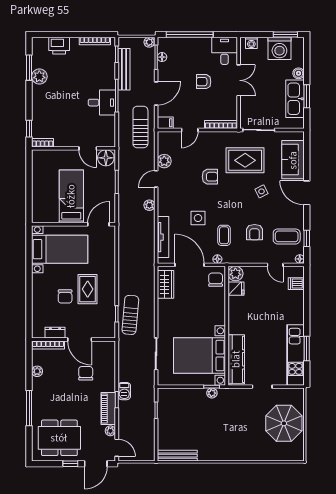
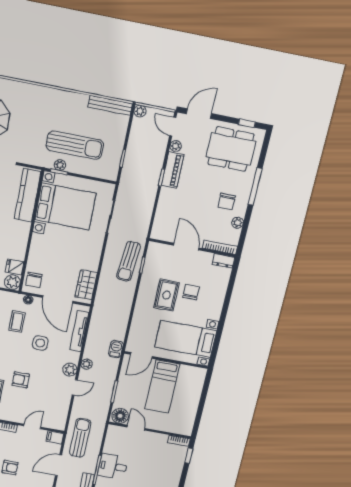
sun lounger: (140, 127) -> (80, 438), turned 180
plant: (164, 161) -> (70, 370), moved
dresser: (55, 333) -> (223, 261), moved
chair: (86, 373) -> (227, 202), moved
barbecue: (124, 391) -> (116, 349), moved
sun lounger: (202, 414) -> (75, 145), added
plant: (149, 456) -> (140, 111), added
window: (70, 464) -> (247, 123), moved

